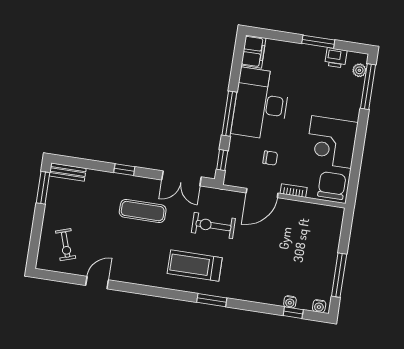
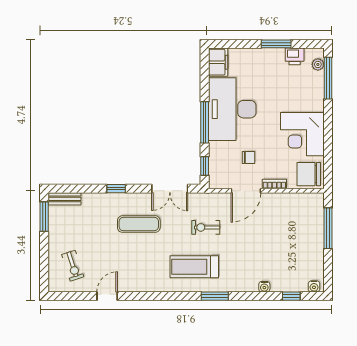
chair: (332, 186) -> (309, 174), turned -90
exercise bike: (213, 226) -> (206, 227), width x0.73, depth x0.72
window: (339, 275) -> (328, 228), moved
water cooler: (290, 302) -> (264, 287), moved

